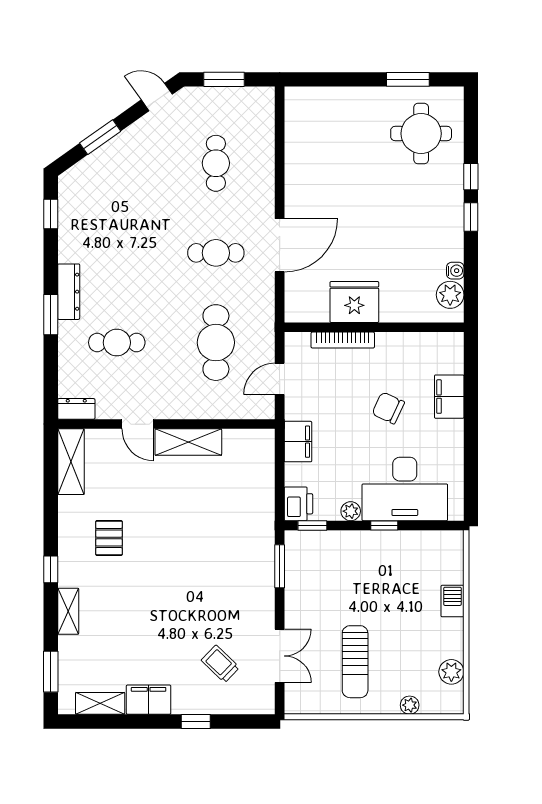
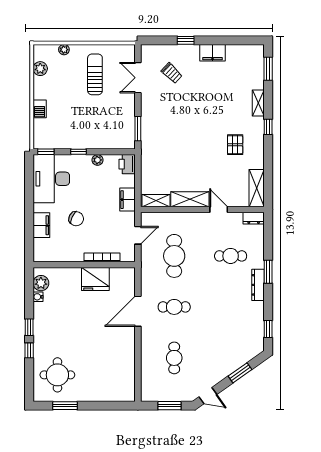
desk: (405, 489) -> (51, 179), moved, turned -90
window: (312, 526) -> (46, 152), moved
shelving: (100, 703) -> (156, 201), moved

